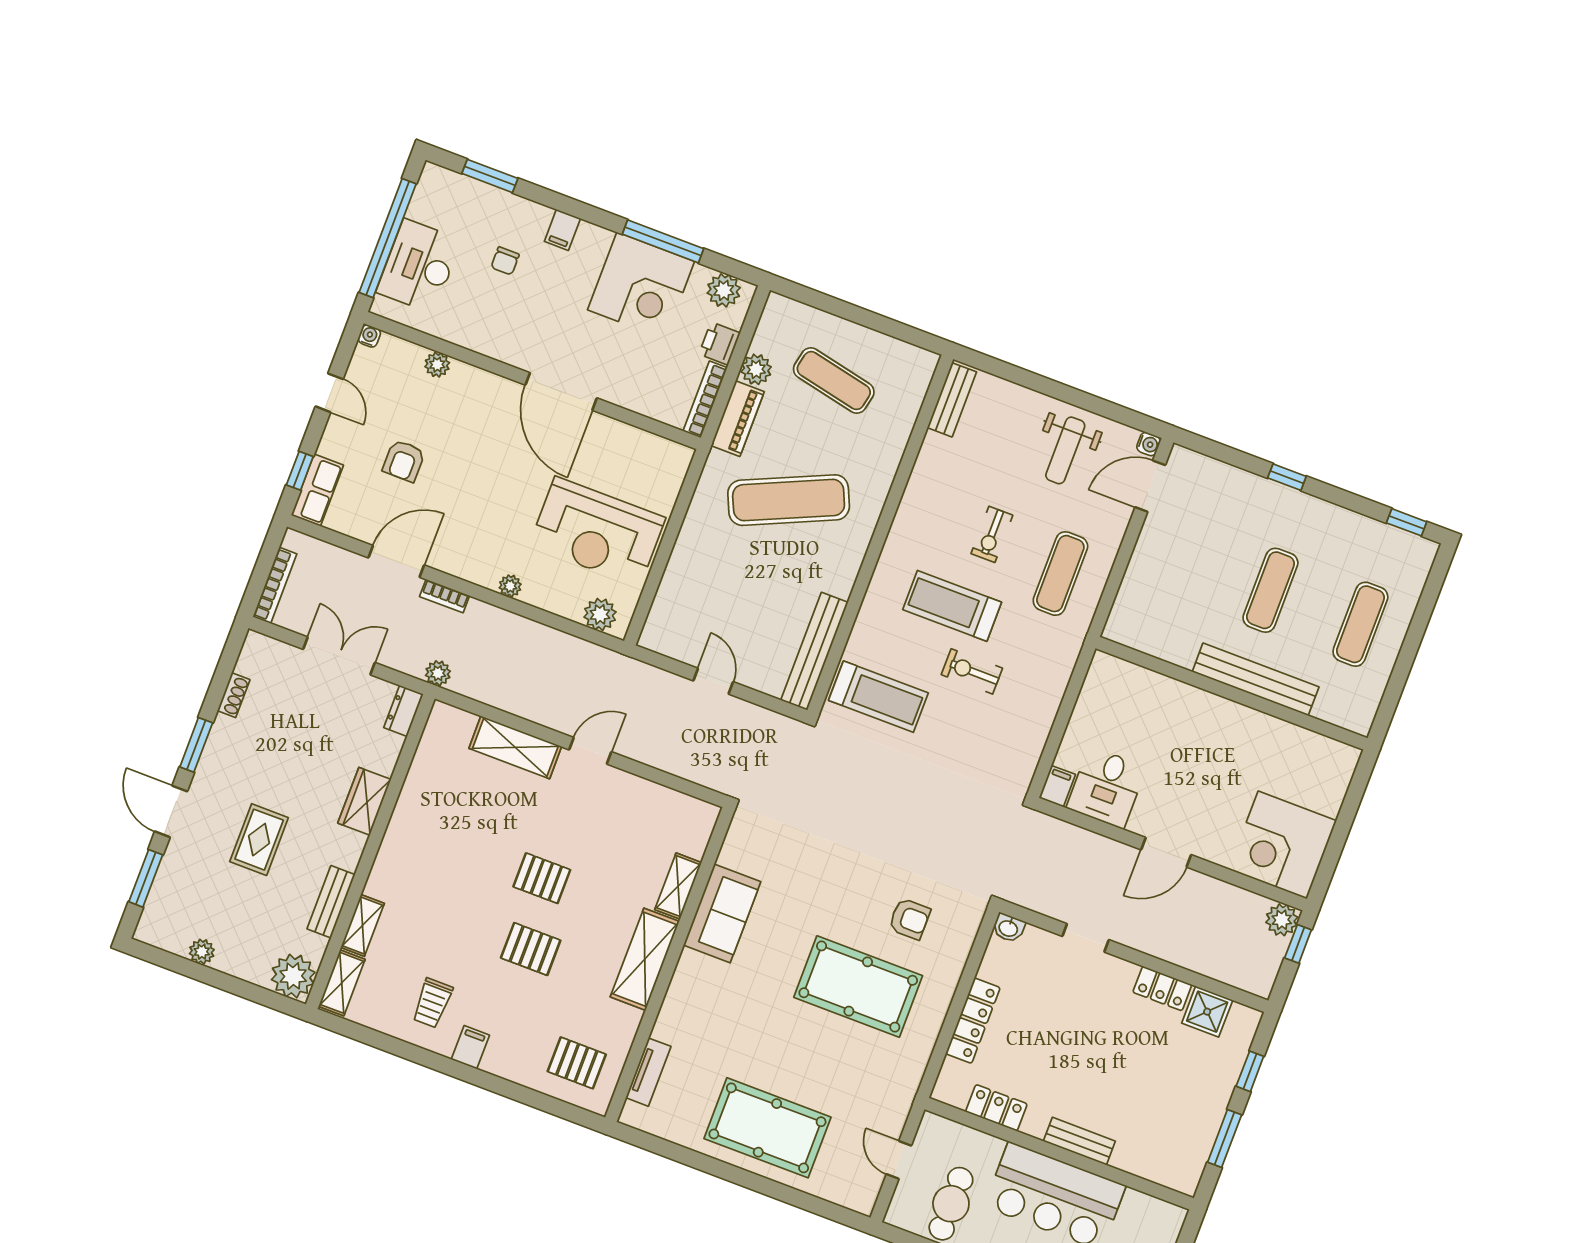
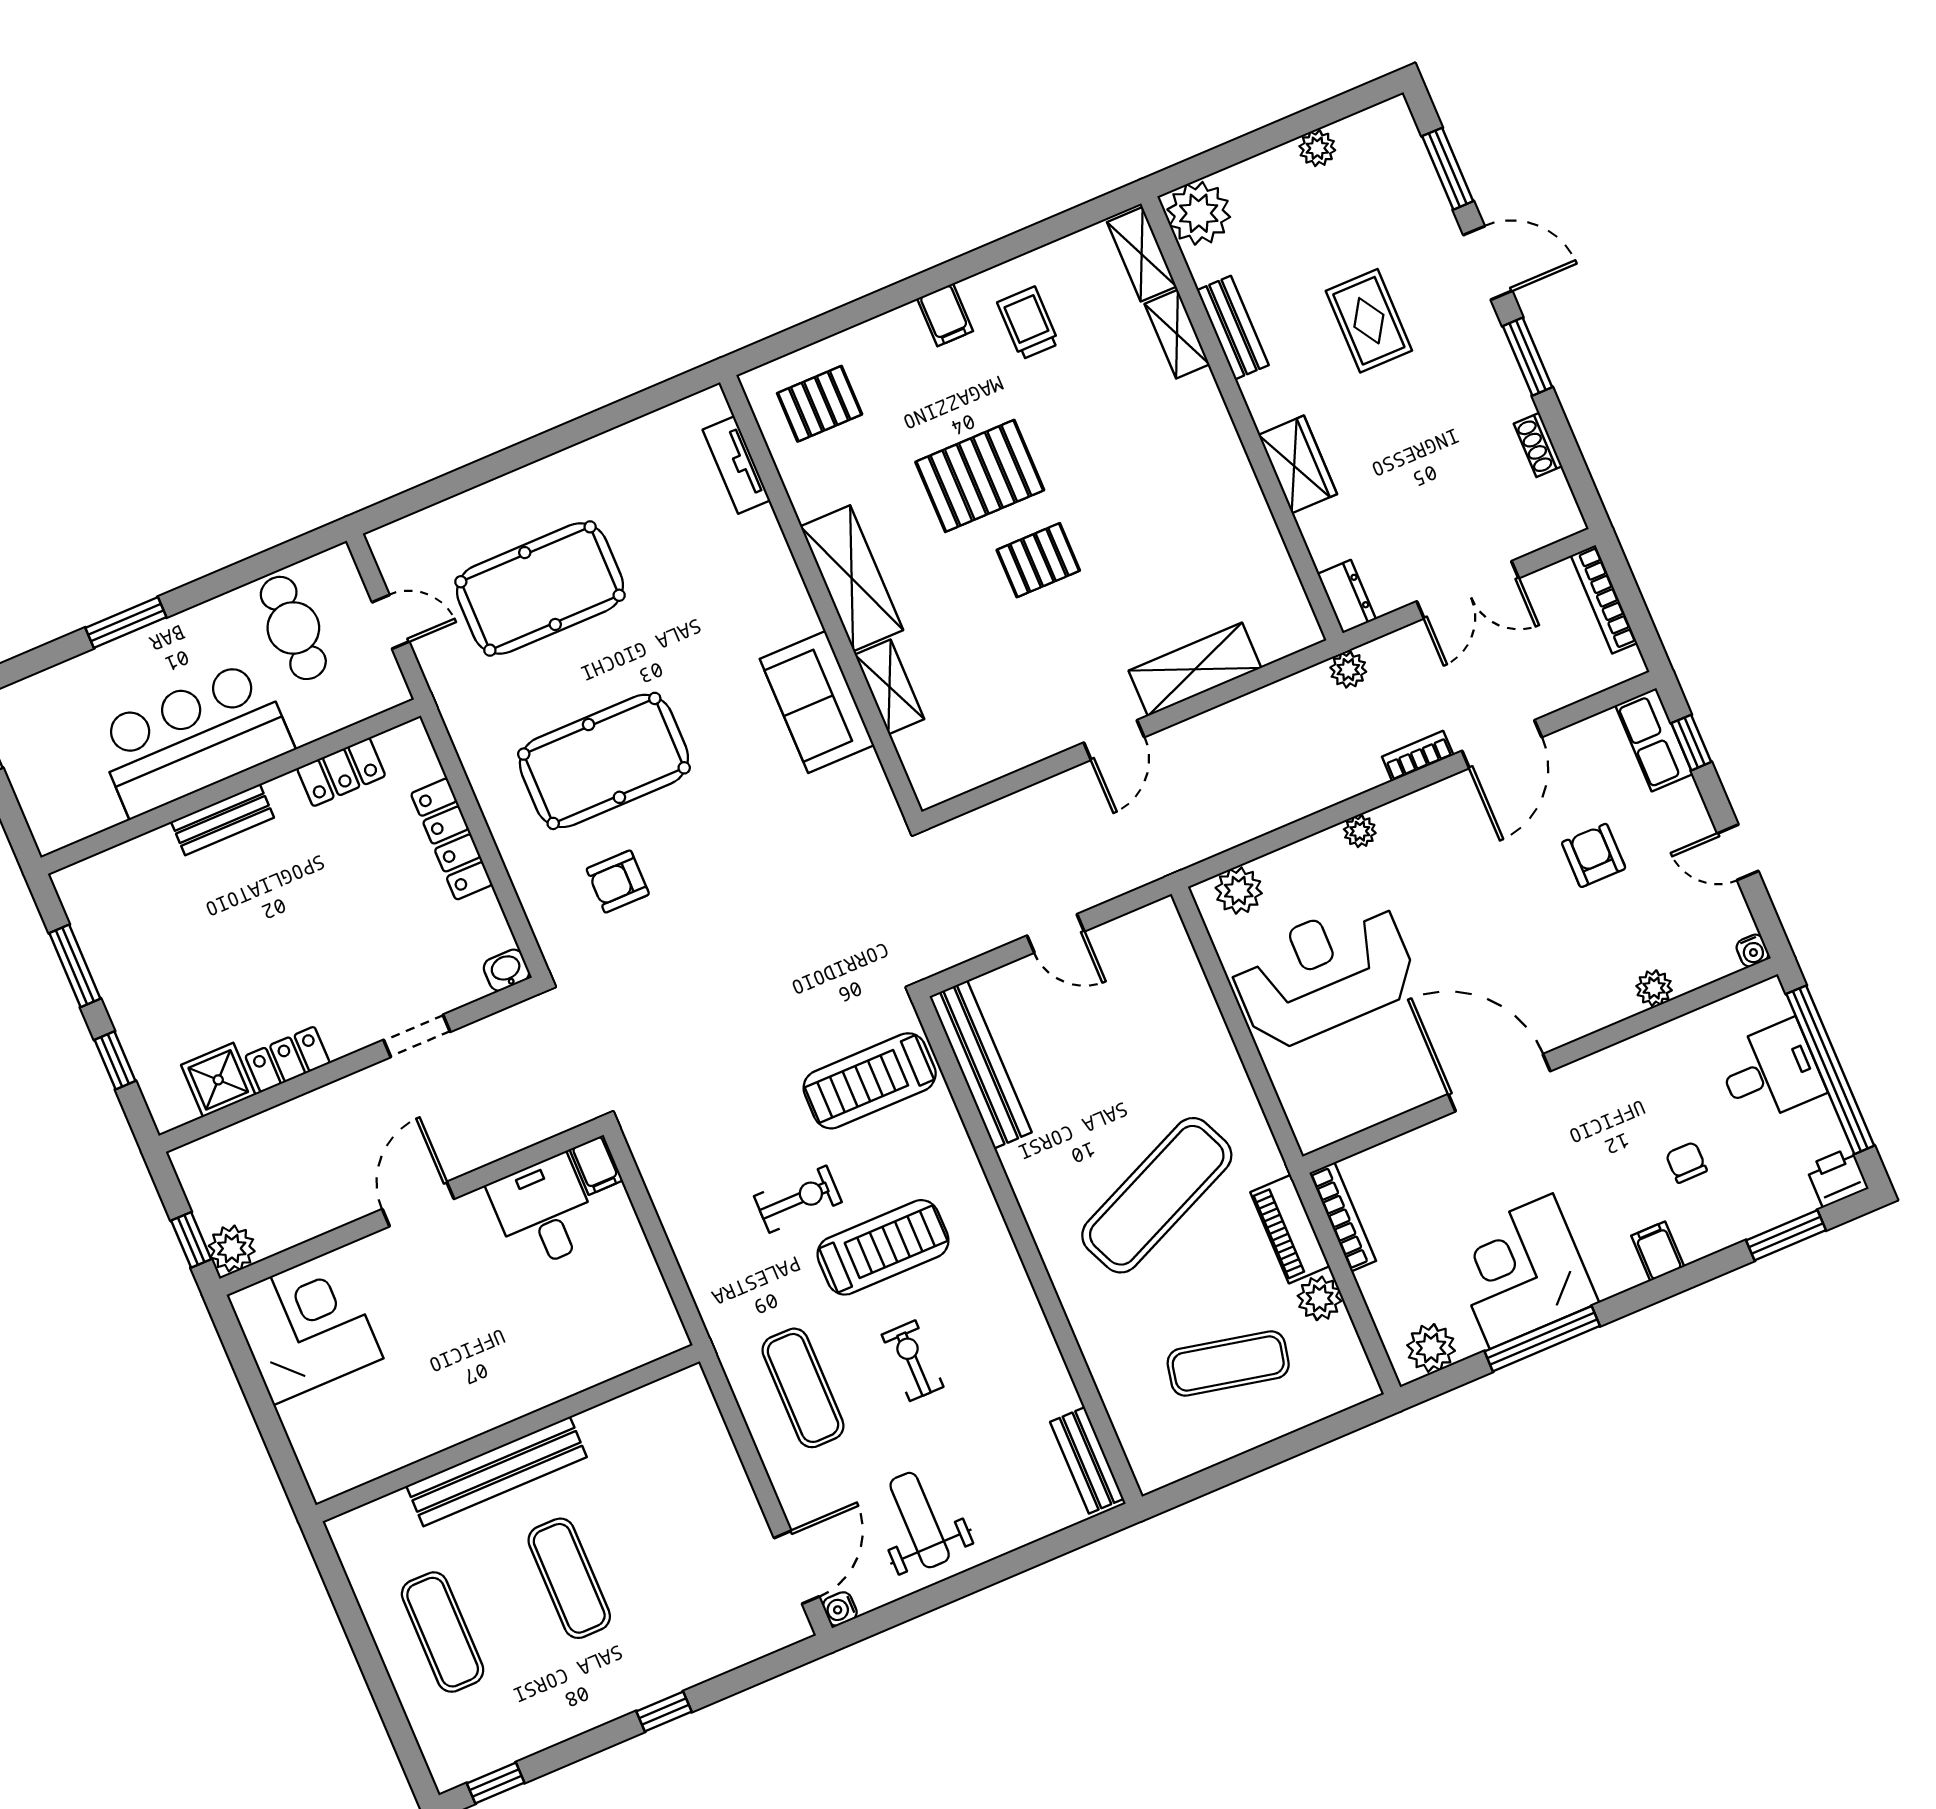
desk: (419, 266) -> (1771, 1072), width x0.73
printer: (720, 344) -> (1837, 1177), moved, turned -90
pallet: (531, 949) -> (980, 476), width x1.50, depth x1.42
pool table: (767, 1128) -> (540, 589), moved

